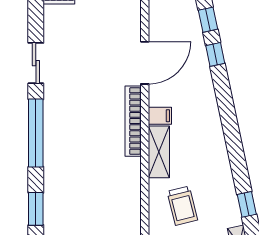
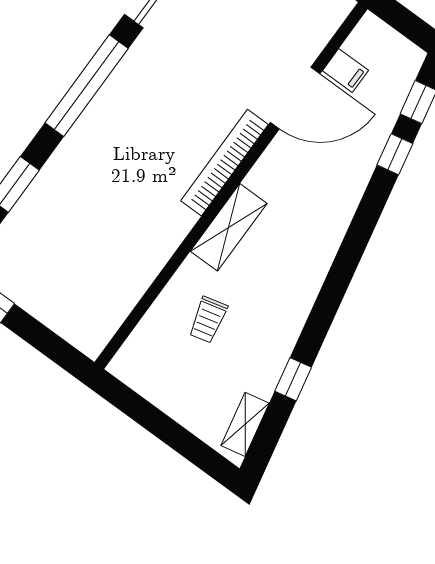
filing cabinet: (160, 116) -> (345, 71), moved
trolley: (182, 206) -> (208, 320), width x0.73, depth x0.72

